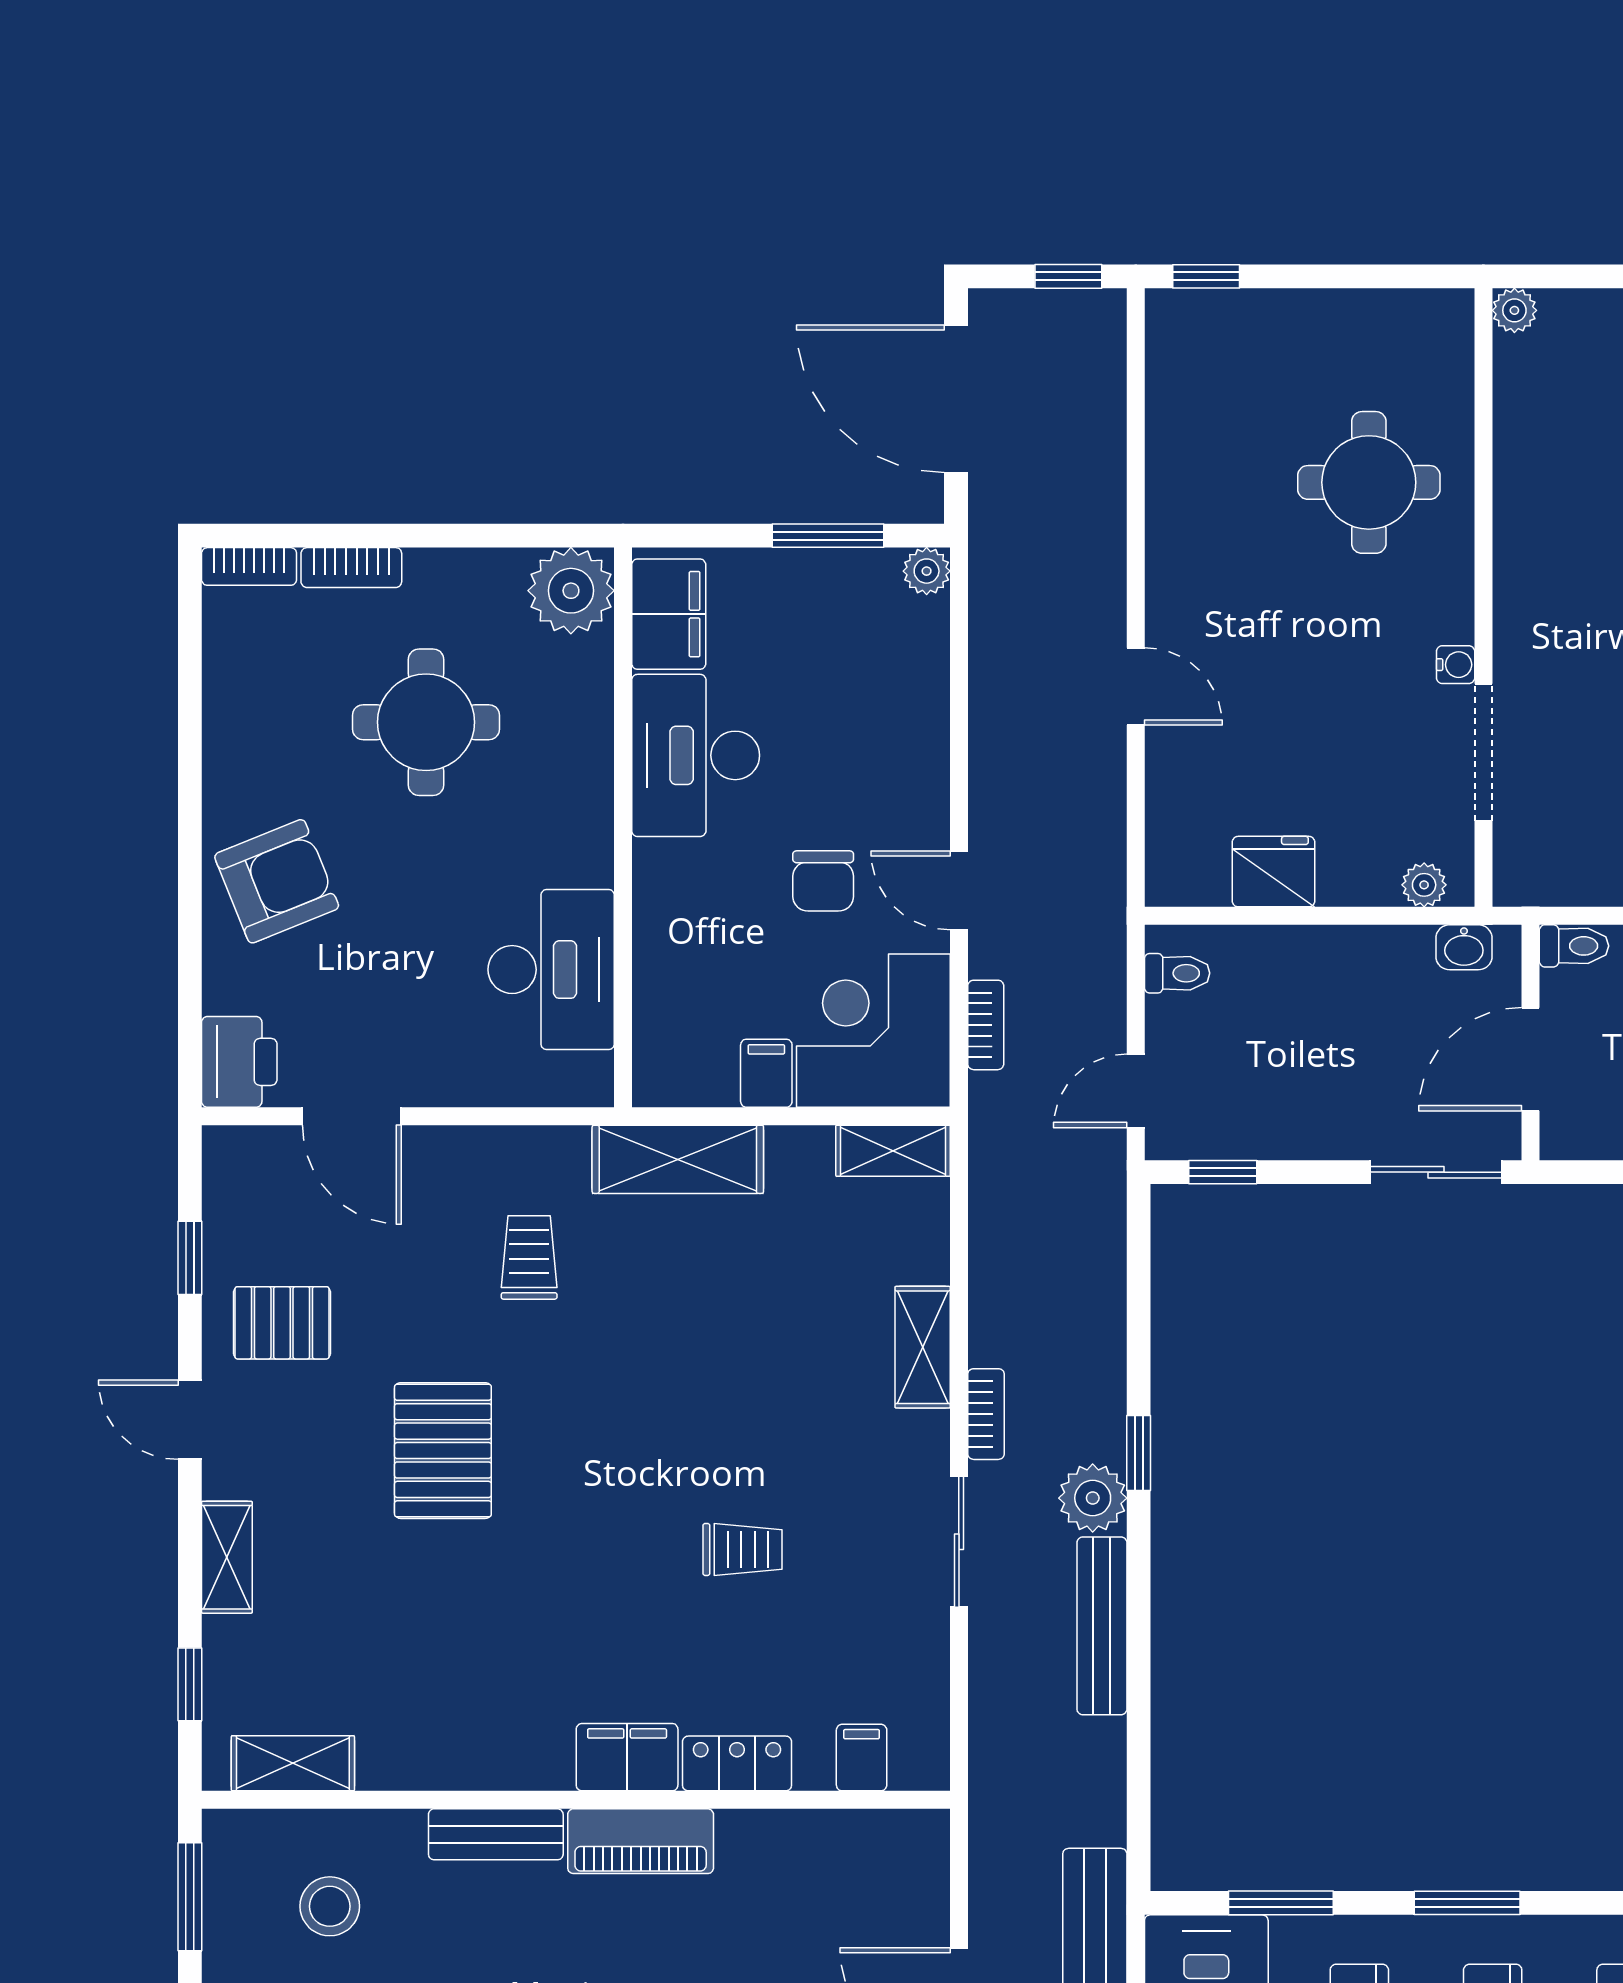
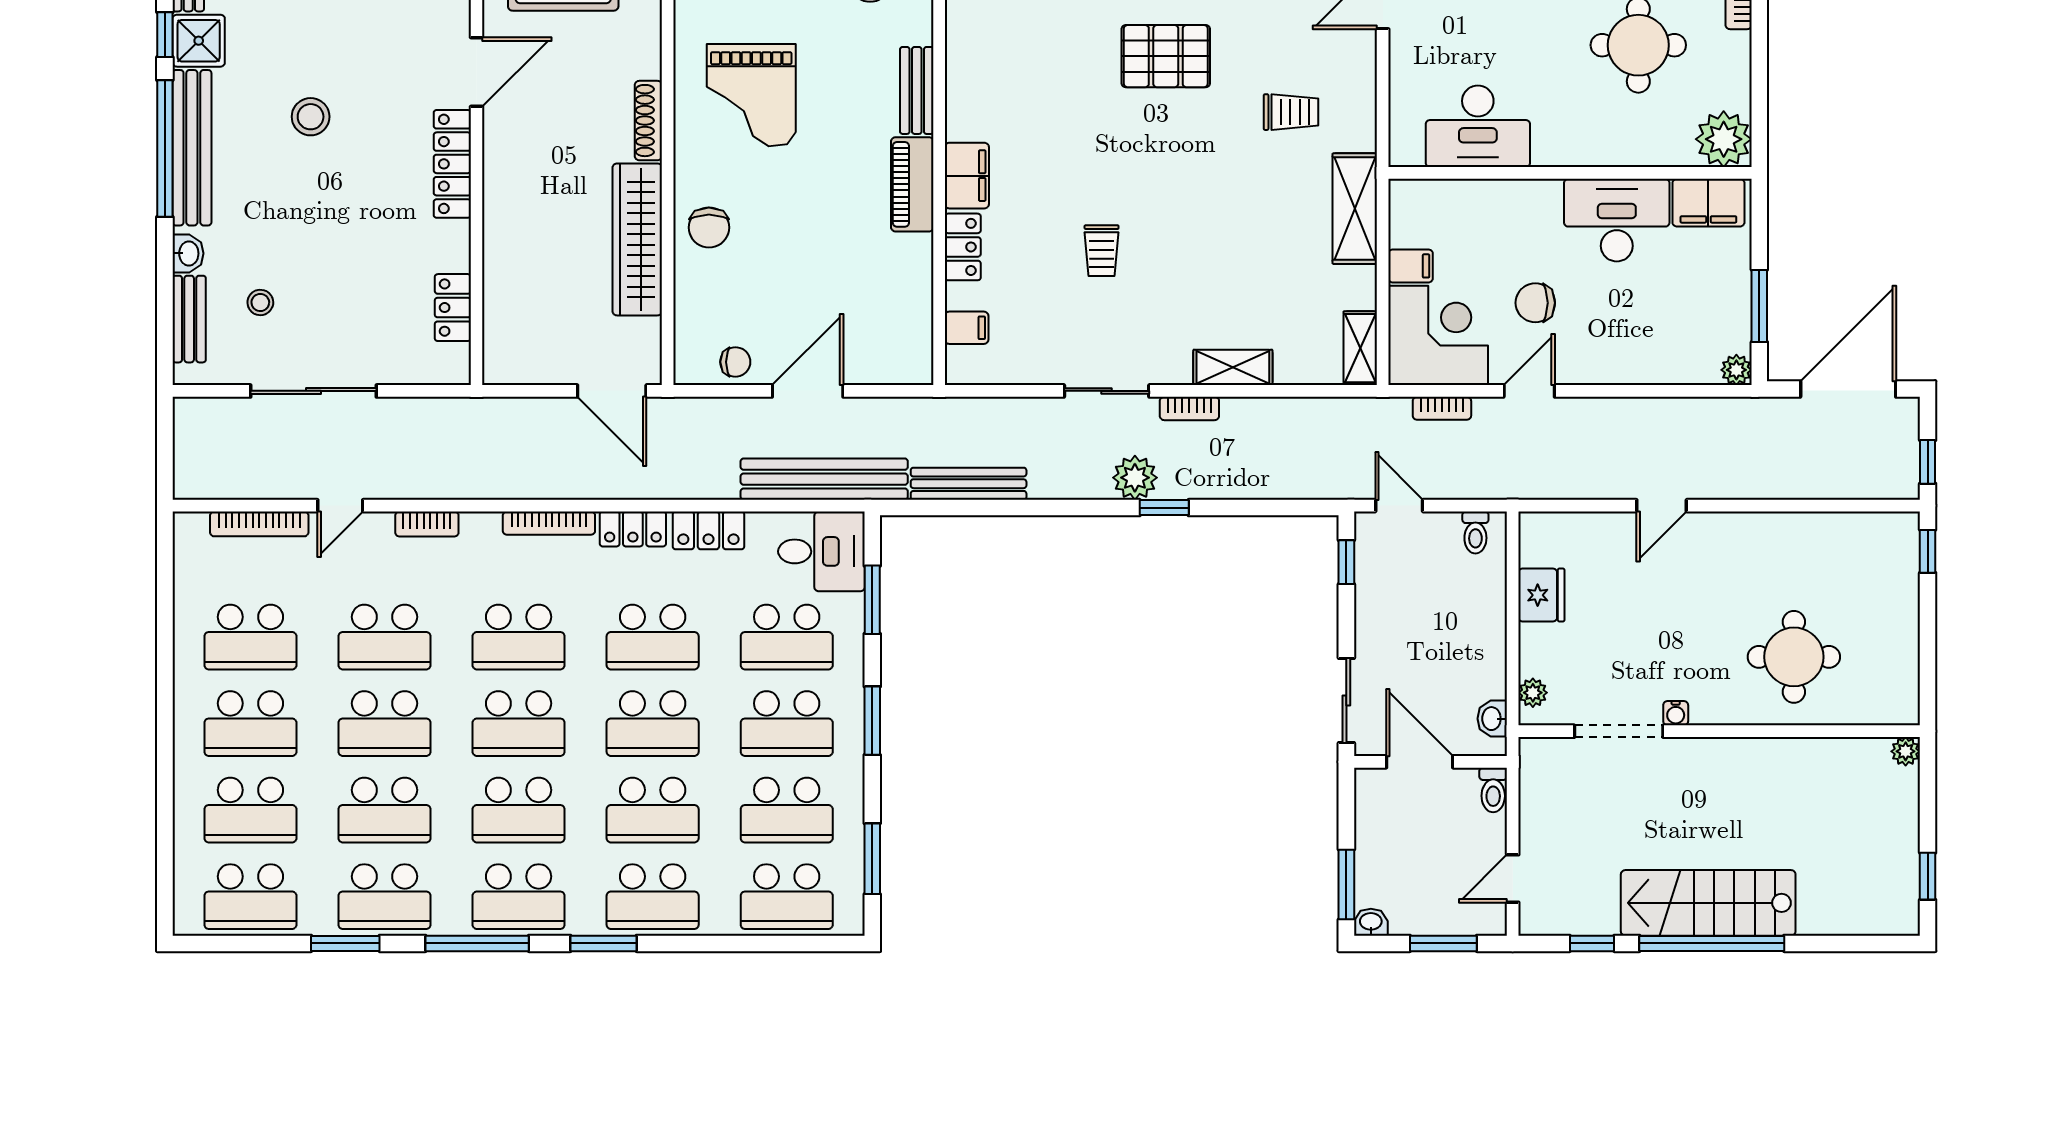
bench: (1102, 1626) -> (969, 484), moved

